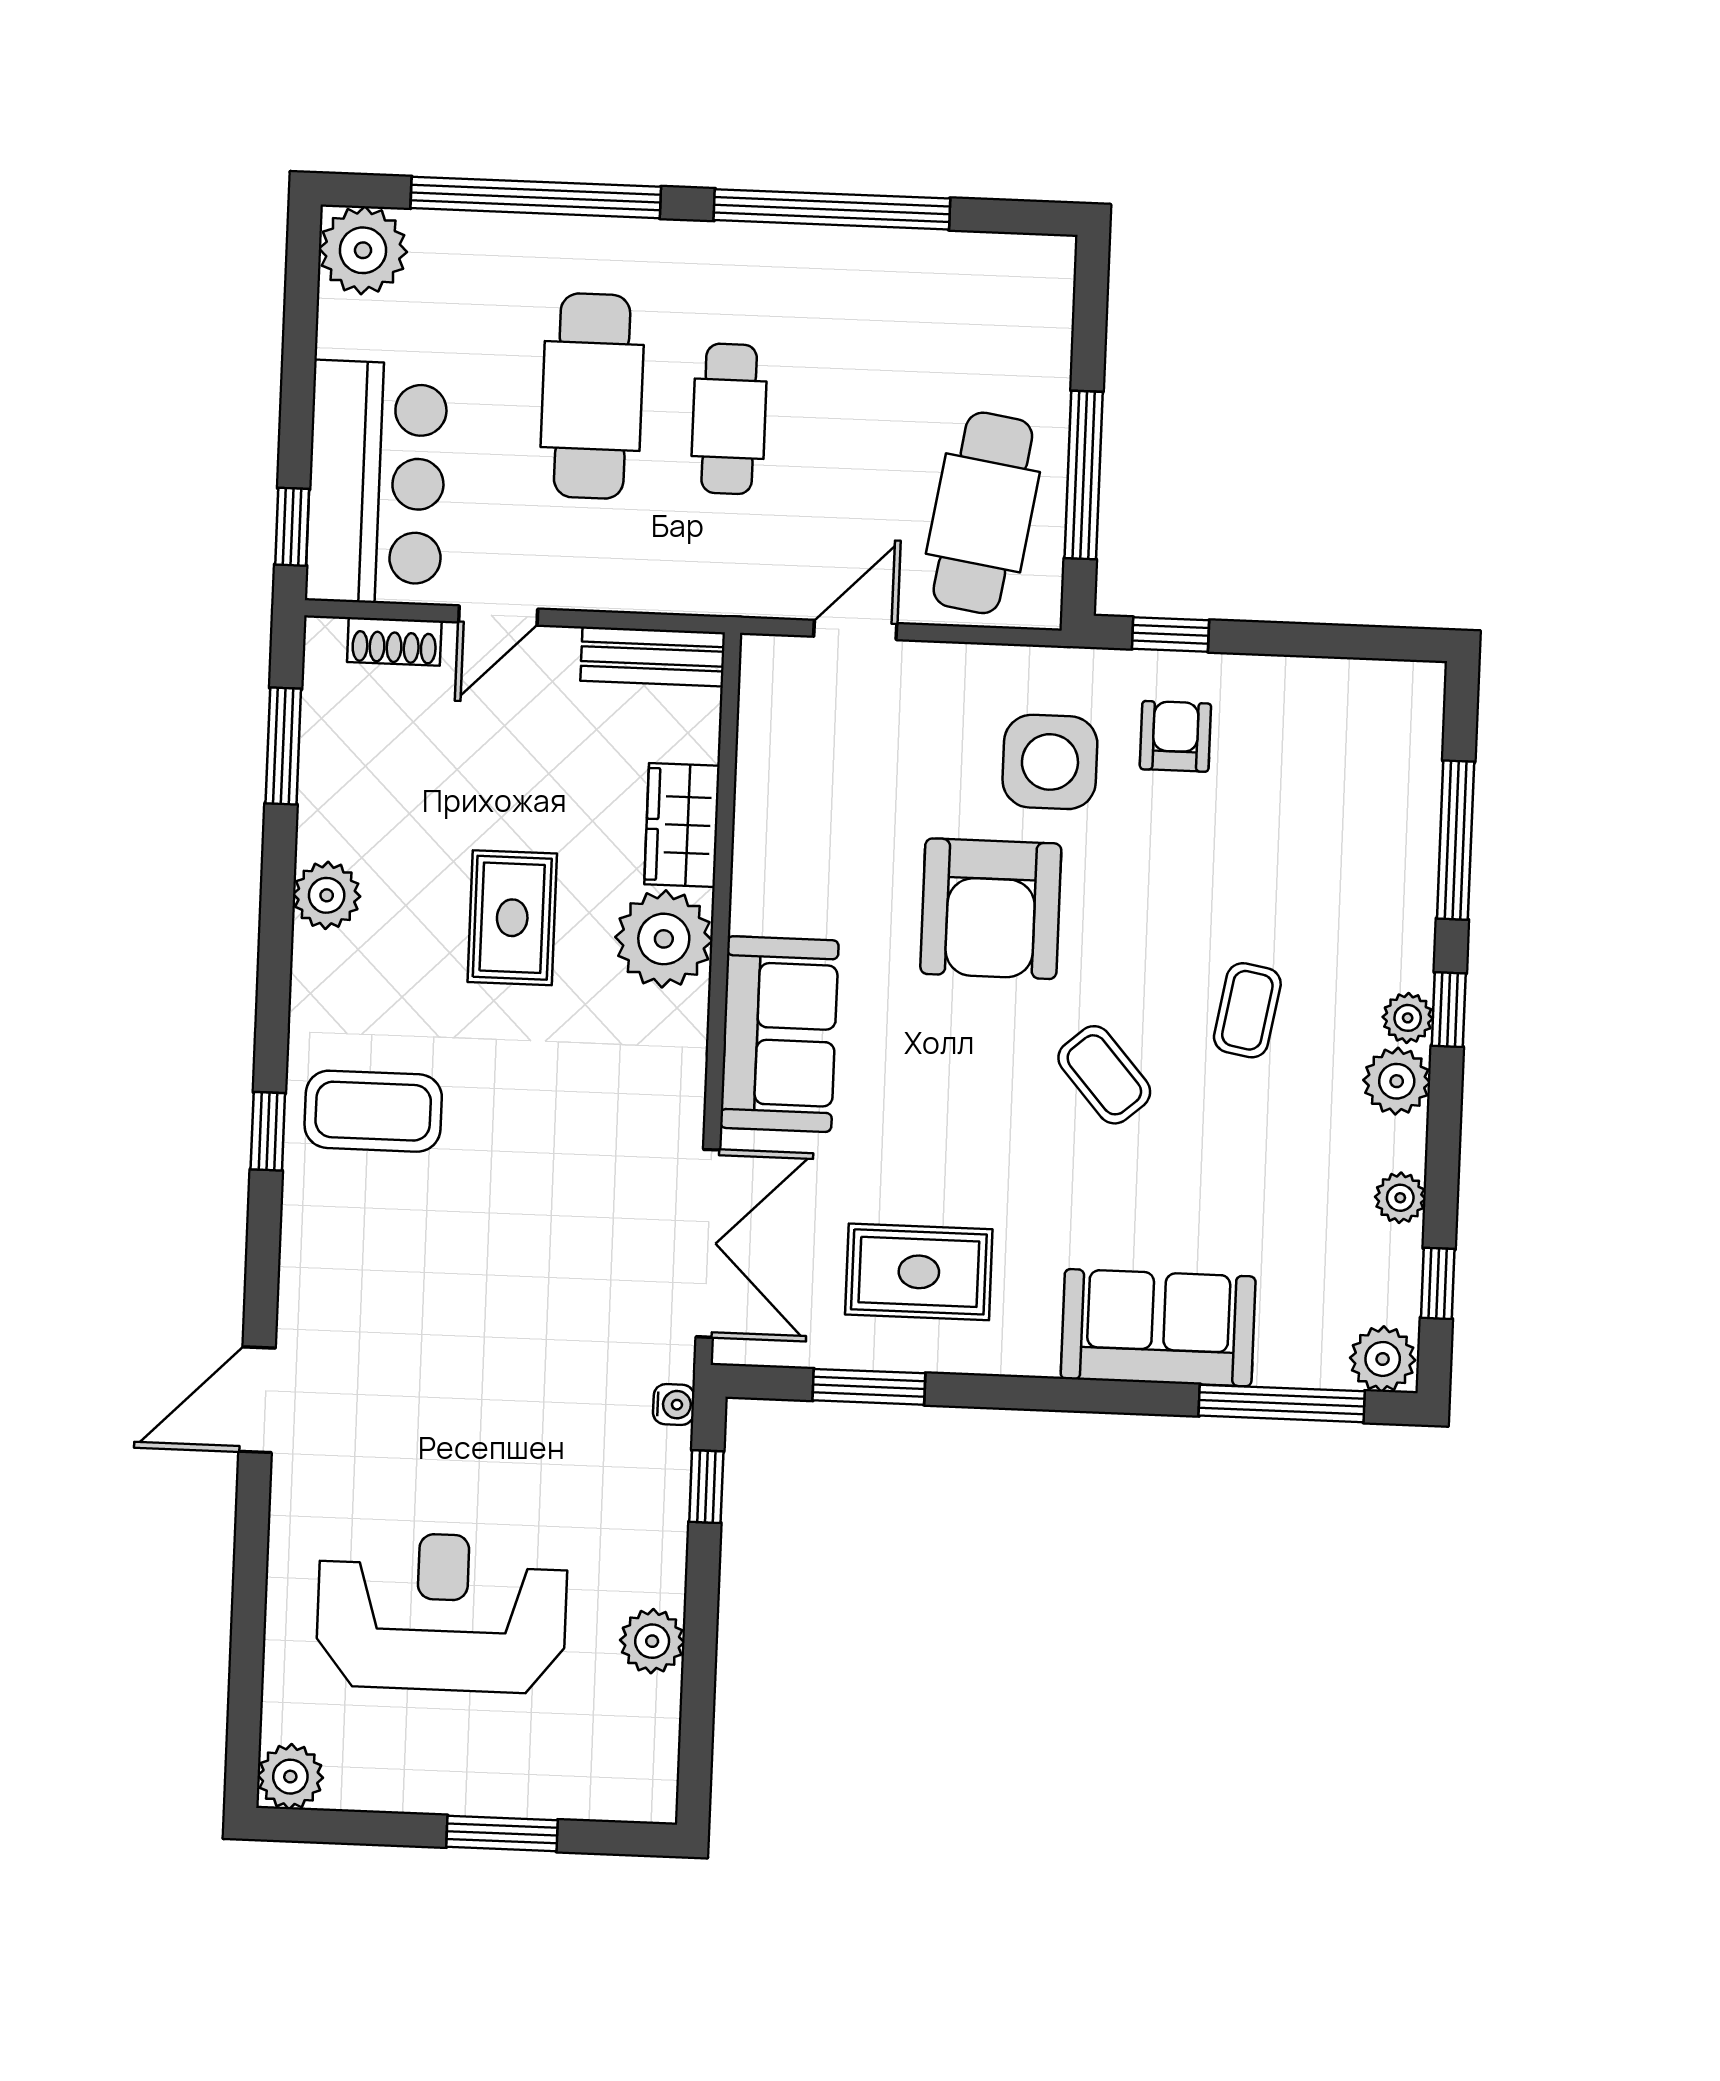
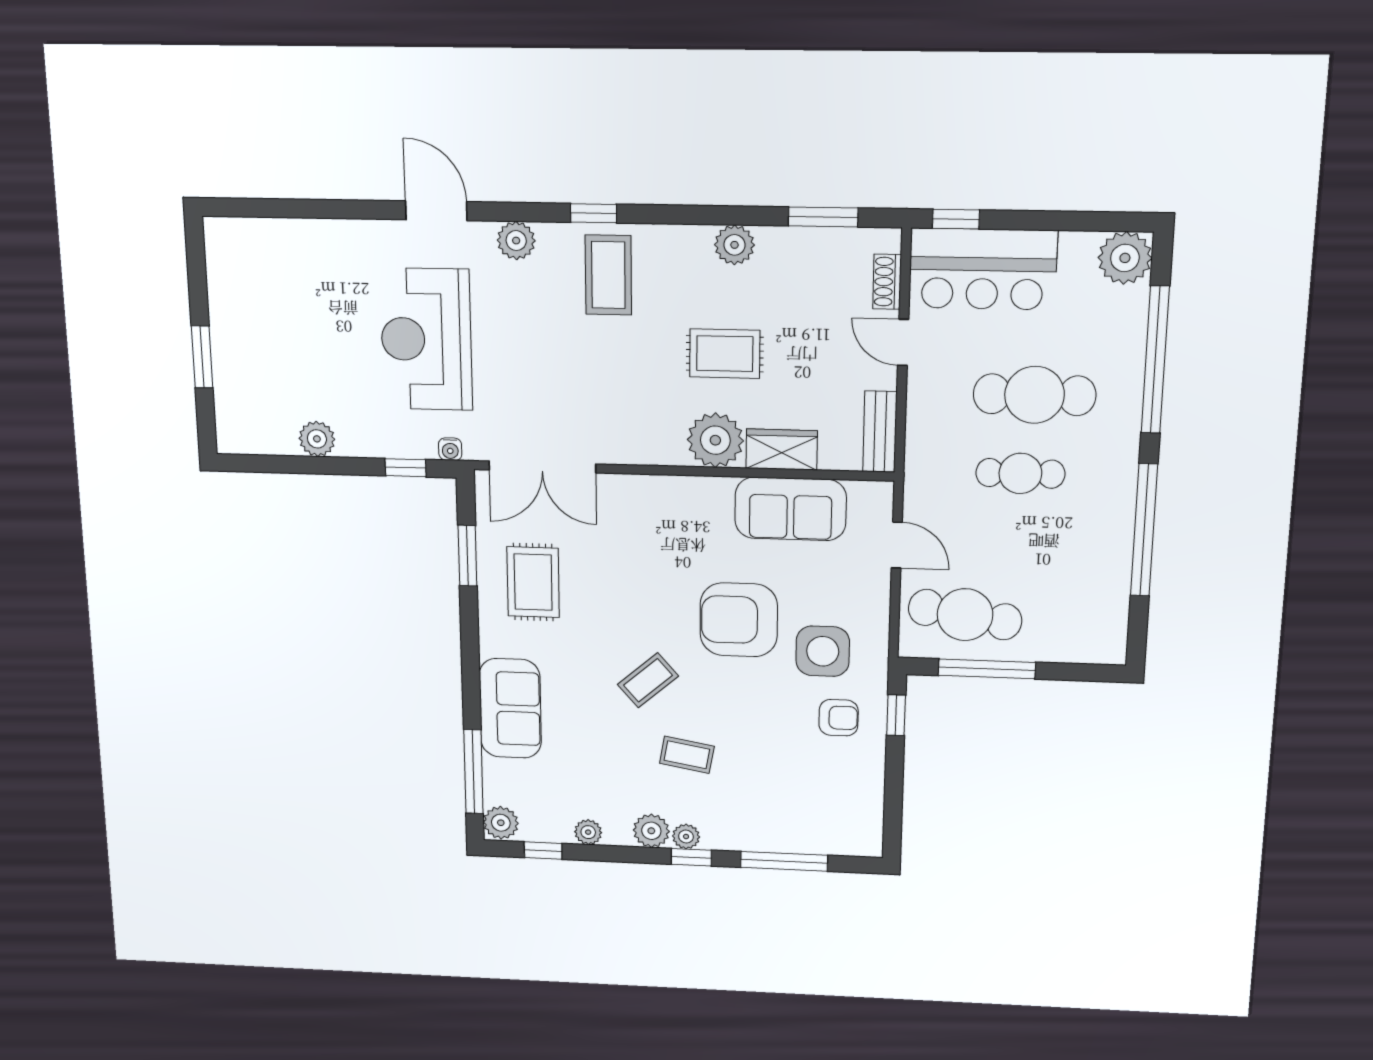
sofa: (779, 1034) -> (791, 509), moved
reception desk: (442, 1612) -> (426, 339), moved, turned 180
plant: (290, 1777) -> (516, 241), moved

